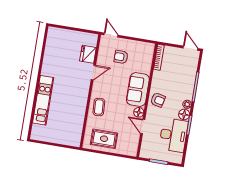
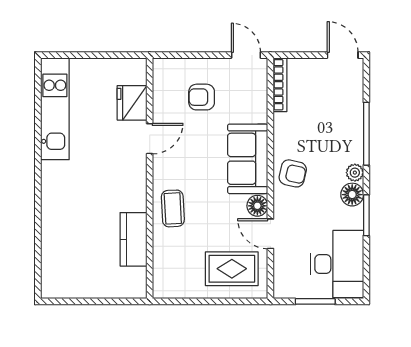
door: (111, 35) -> (246, 55), moved
kitchen unit: (43, 100) -> (55, 109), moved
kitchen counter: (78, 118) -> (133, 239), added
desk: (173, 135) -> (337, 264), moved
rug: (104, 139) -> (232, 269), moved

